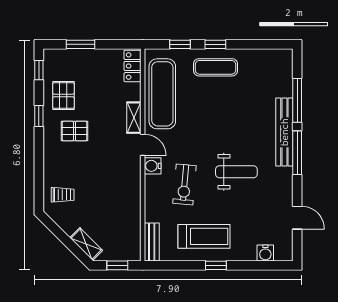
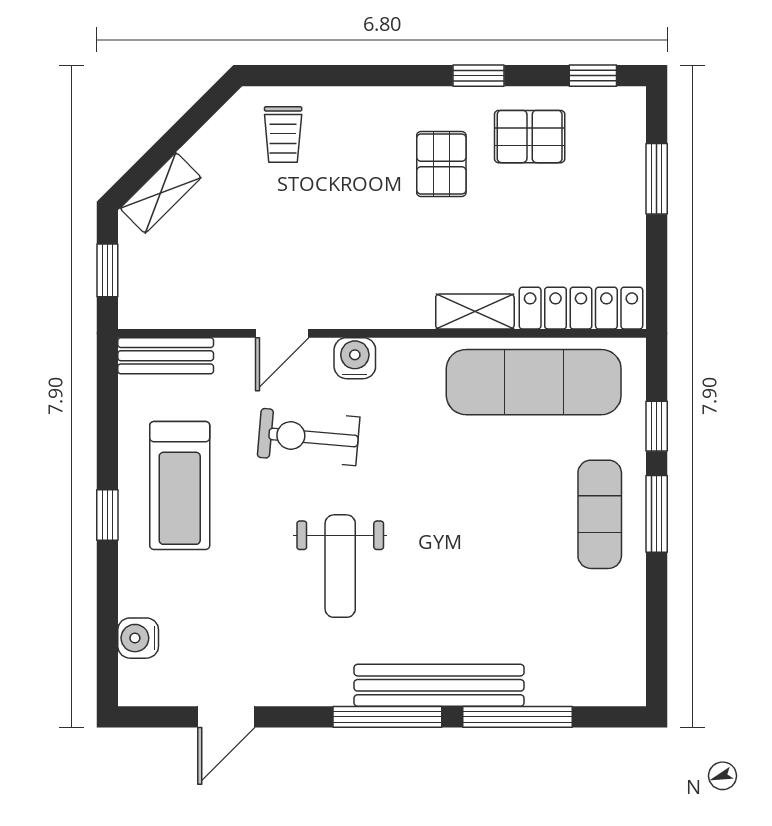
window: (215, 44) -> (657, 514), width x1.50
locker: (133, 66) -> (581, 308), width x1.53
door: (143, 145) -> (282, 333), moved

